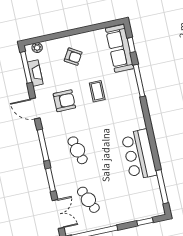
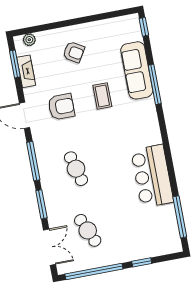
window: (131, 45) -> (144, 27), moved
sofa: (120, 48) -> (137, 70), moved
window: (26, 67) -> (15, 64), width x0.69
window: (145, 222) -> (142, 262), moved

